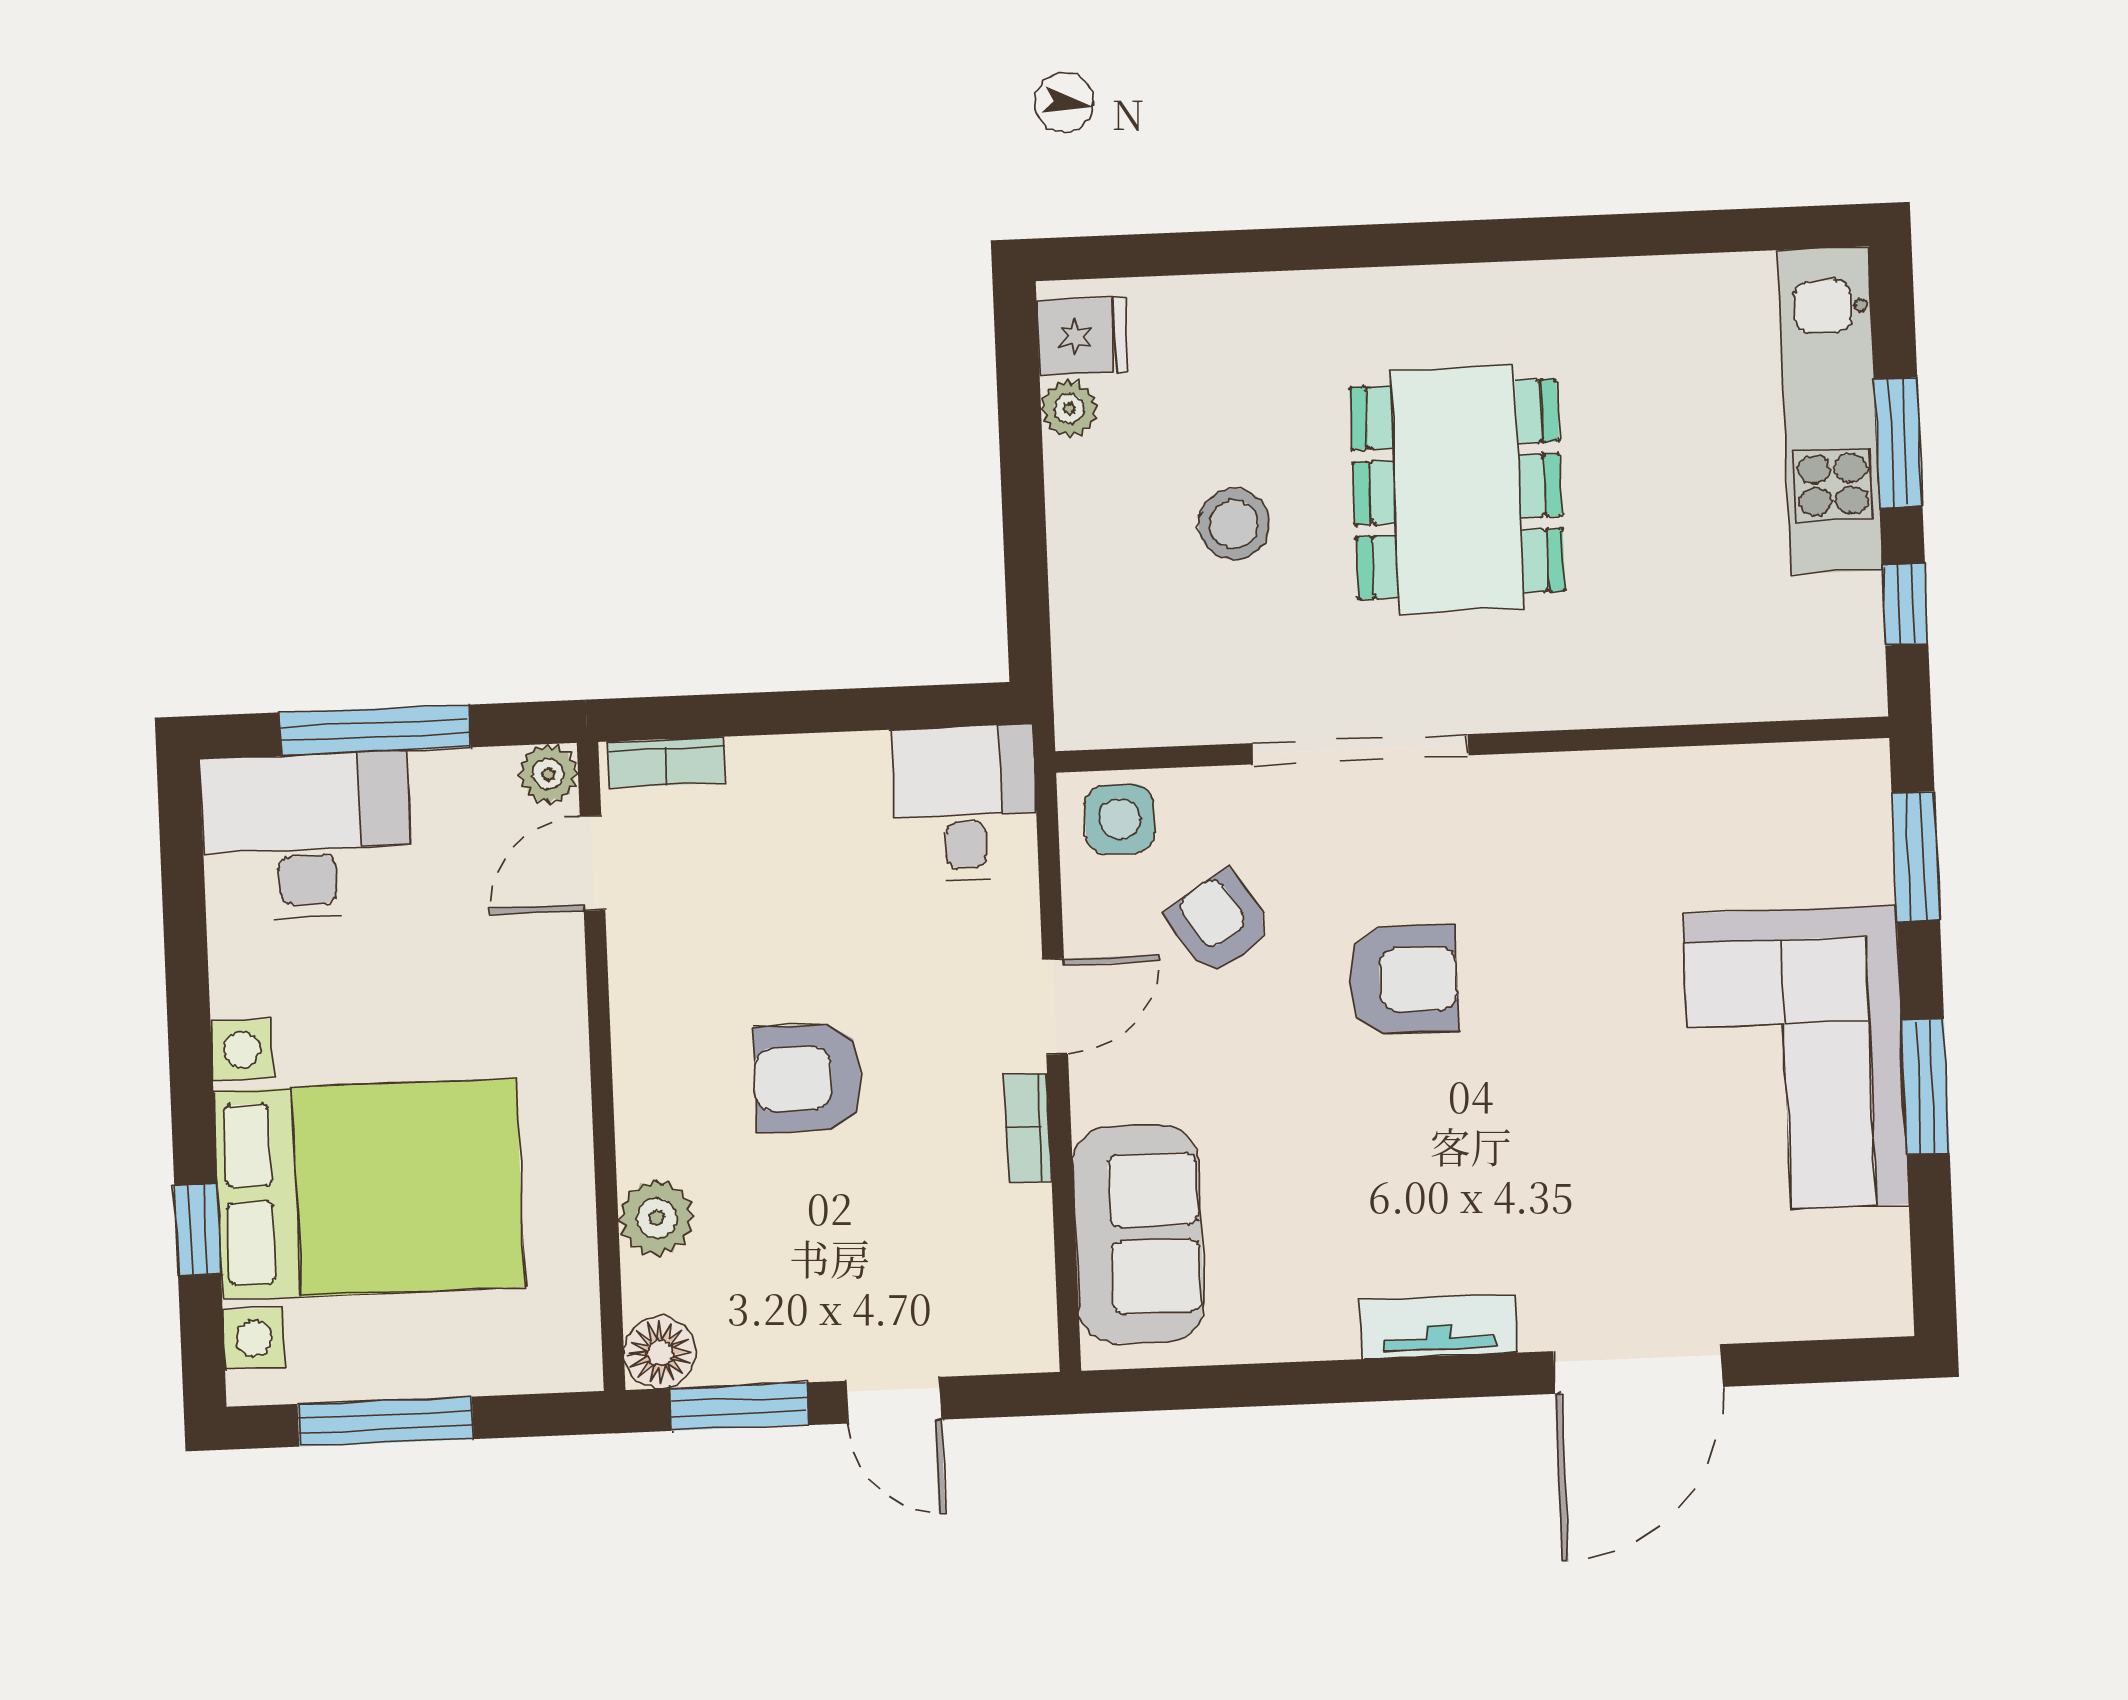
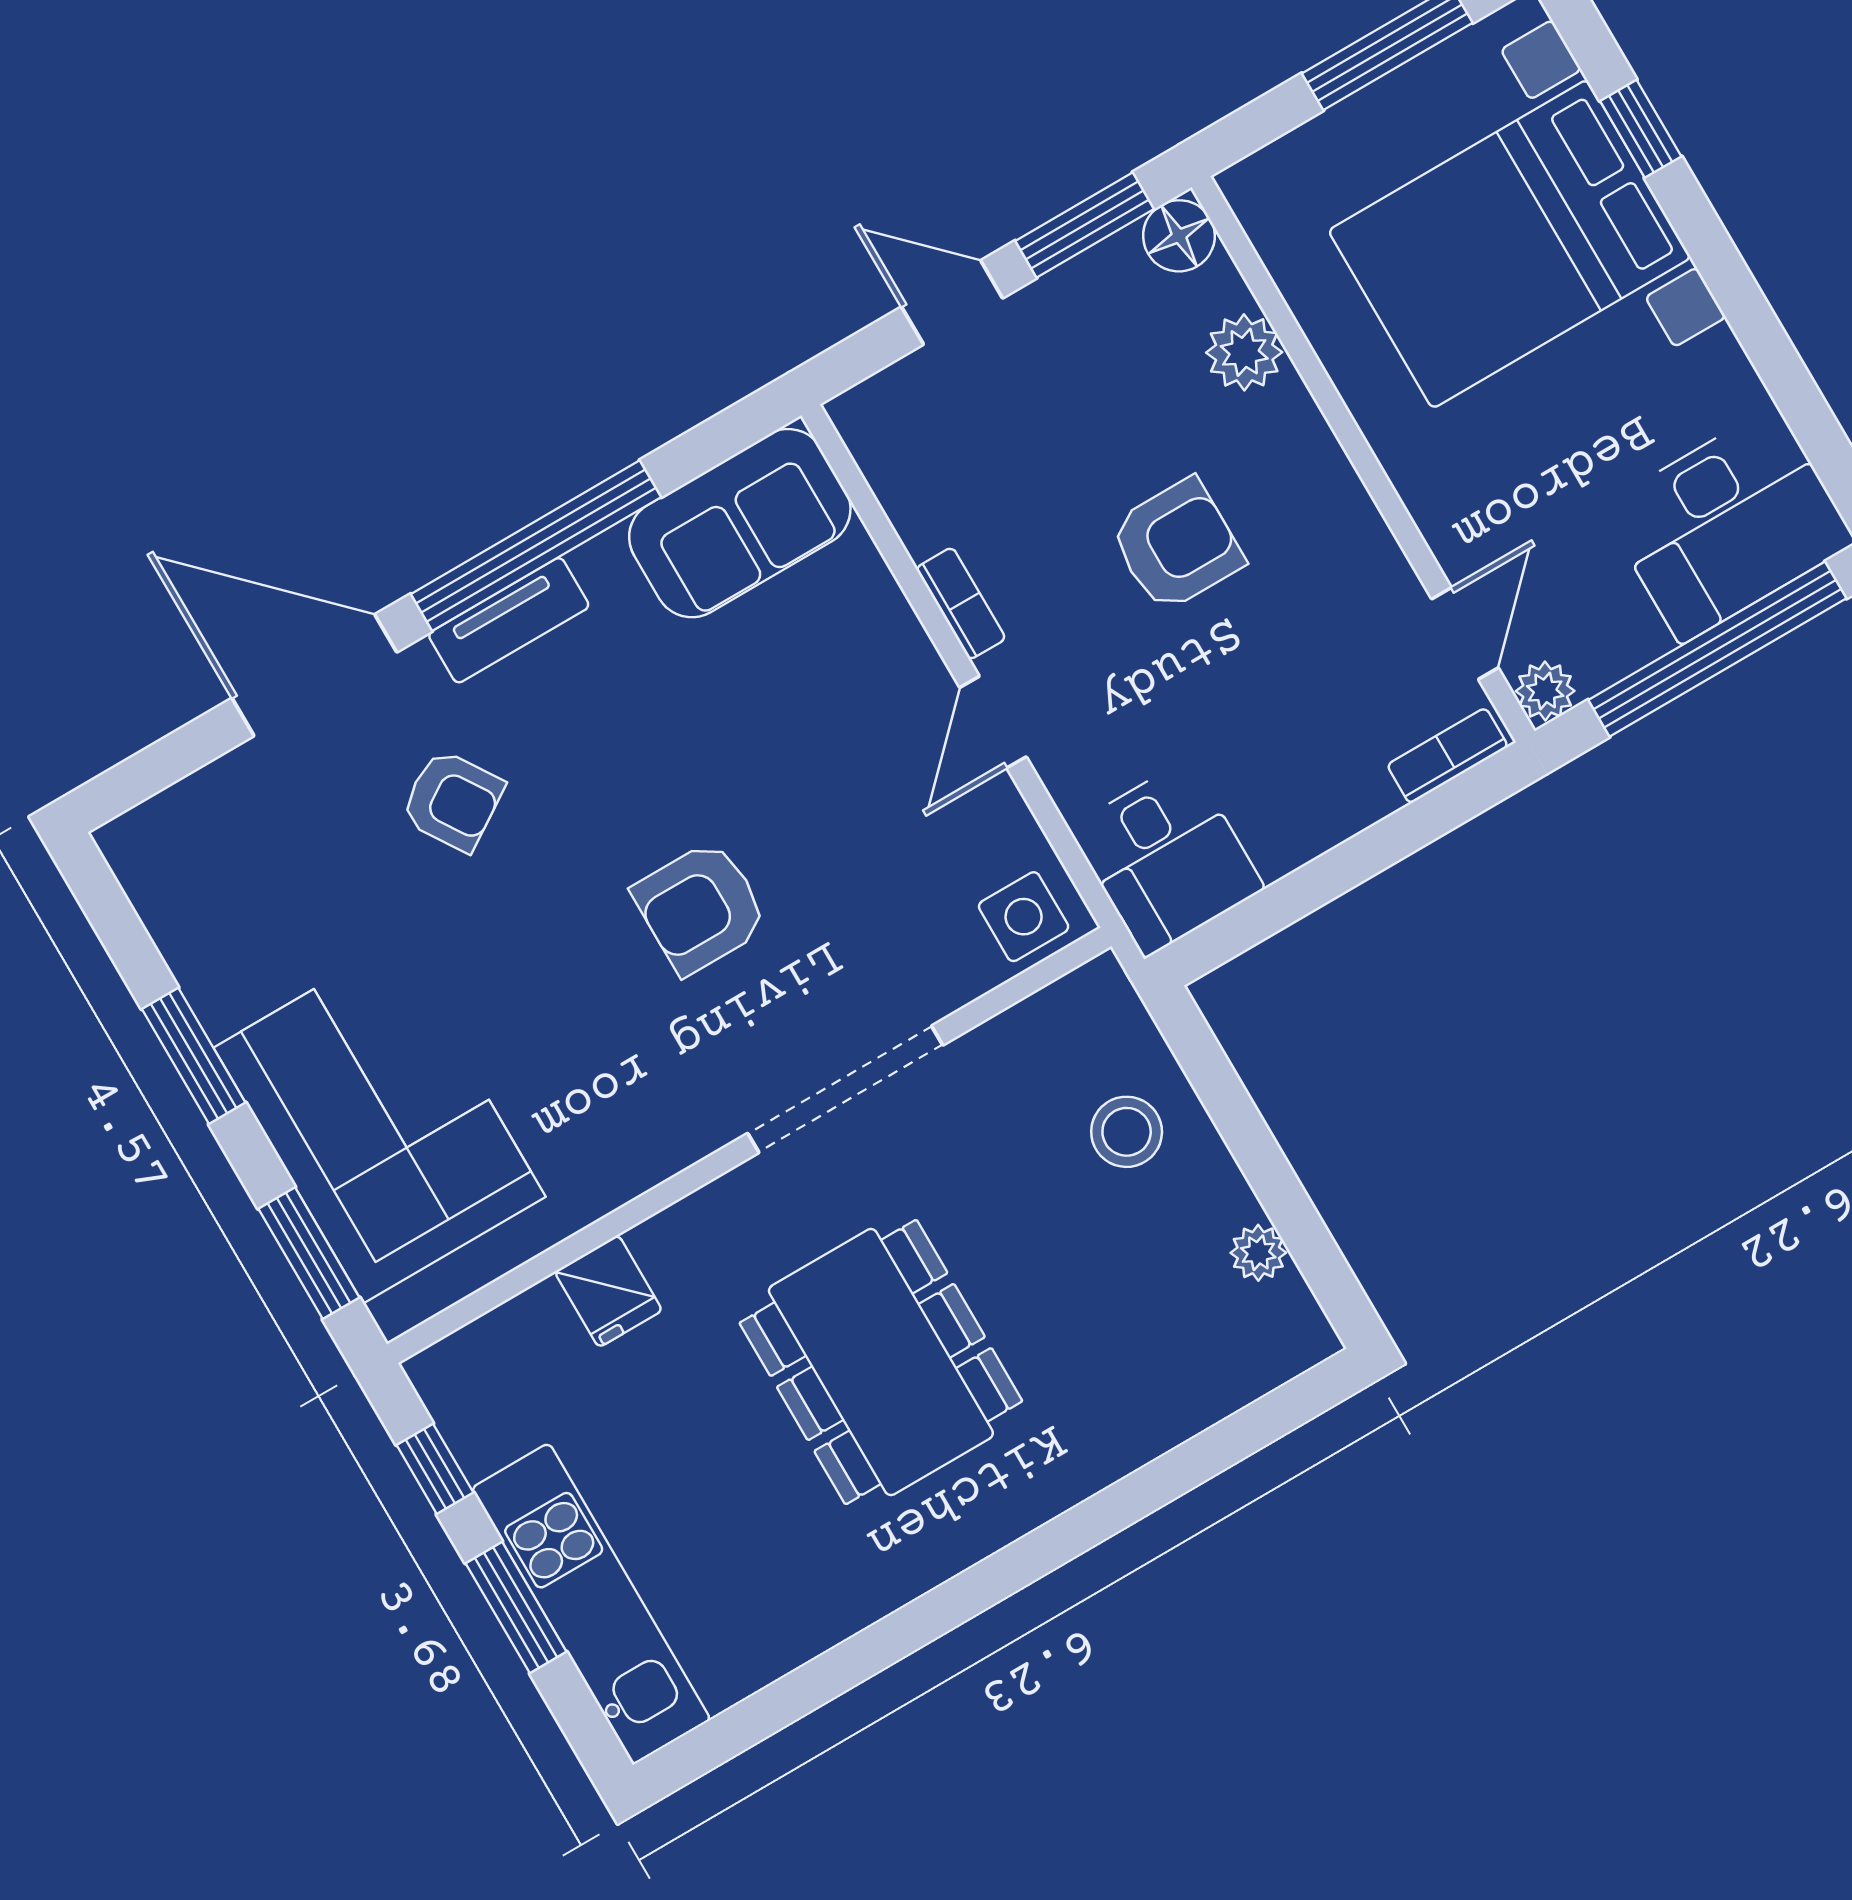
fridge: (1082, 336) -> (608, 1291), moved, turned -90
stool: (1234, 524) -> (1127, 1132), moved
window: (375, 730) -> (1717, 649), width x1.46
armchair: (1219, 922) -> (452, 800), moved
corner sofa: (1796, 1059) -> (380, 1122), moved
sofa: (1138, 1234) -> (740, 523), moved, turned -90
door: (1638, 1369) -> (314, 675), hinge flipped
window: (1379, 1380) -> (536, 546), added

